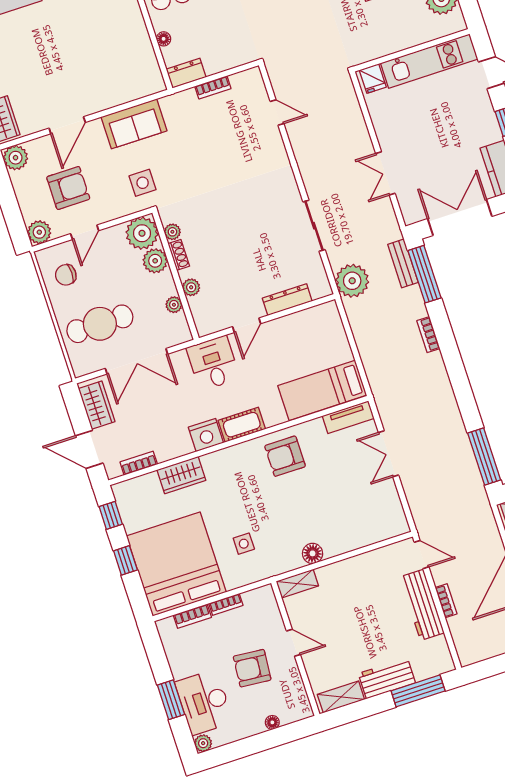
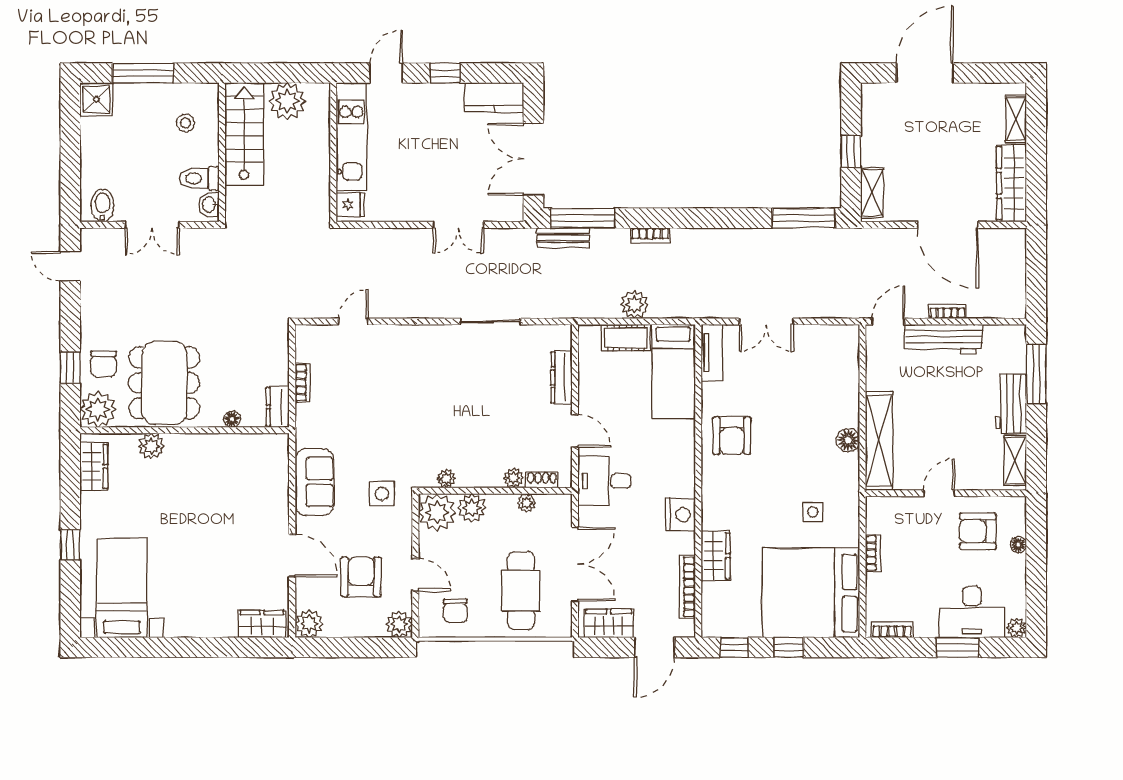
shoe rack: (179, 255) -> (542, 480), moved
plant: (352, 281) -> (635, 305), moved, width x0.73, depth x0.73
cot: (242, 425) -> (626, 338), moved, turned 90
bookcase: (139, 463) -> (687, 587), width x1.56
shelving: (297, 584) -> (879, 441), width x2.20, depth x1.33
bookcase: (192, 616) -> (892, 630), moved, turned -90
armchair: (252, 668) -> (978, 531), moved, turned 85

